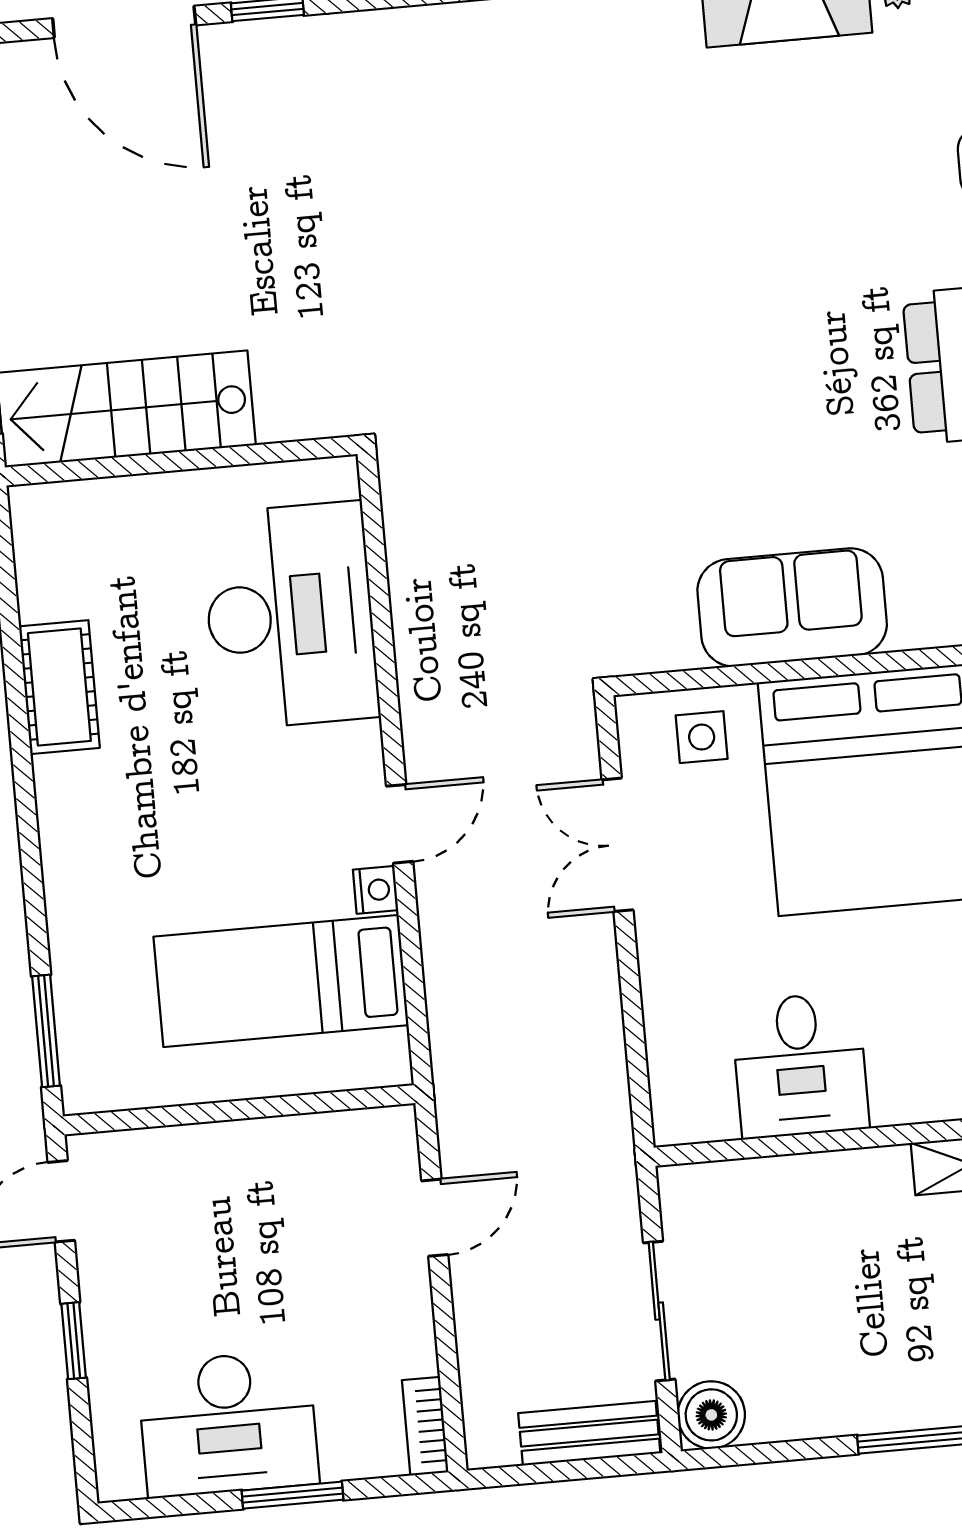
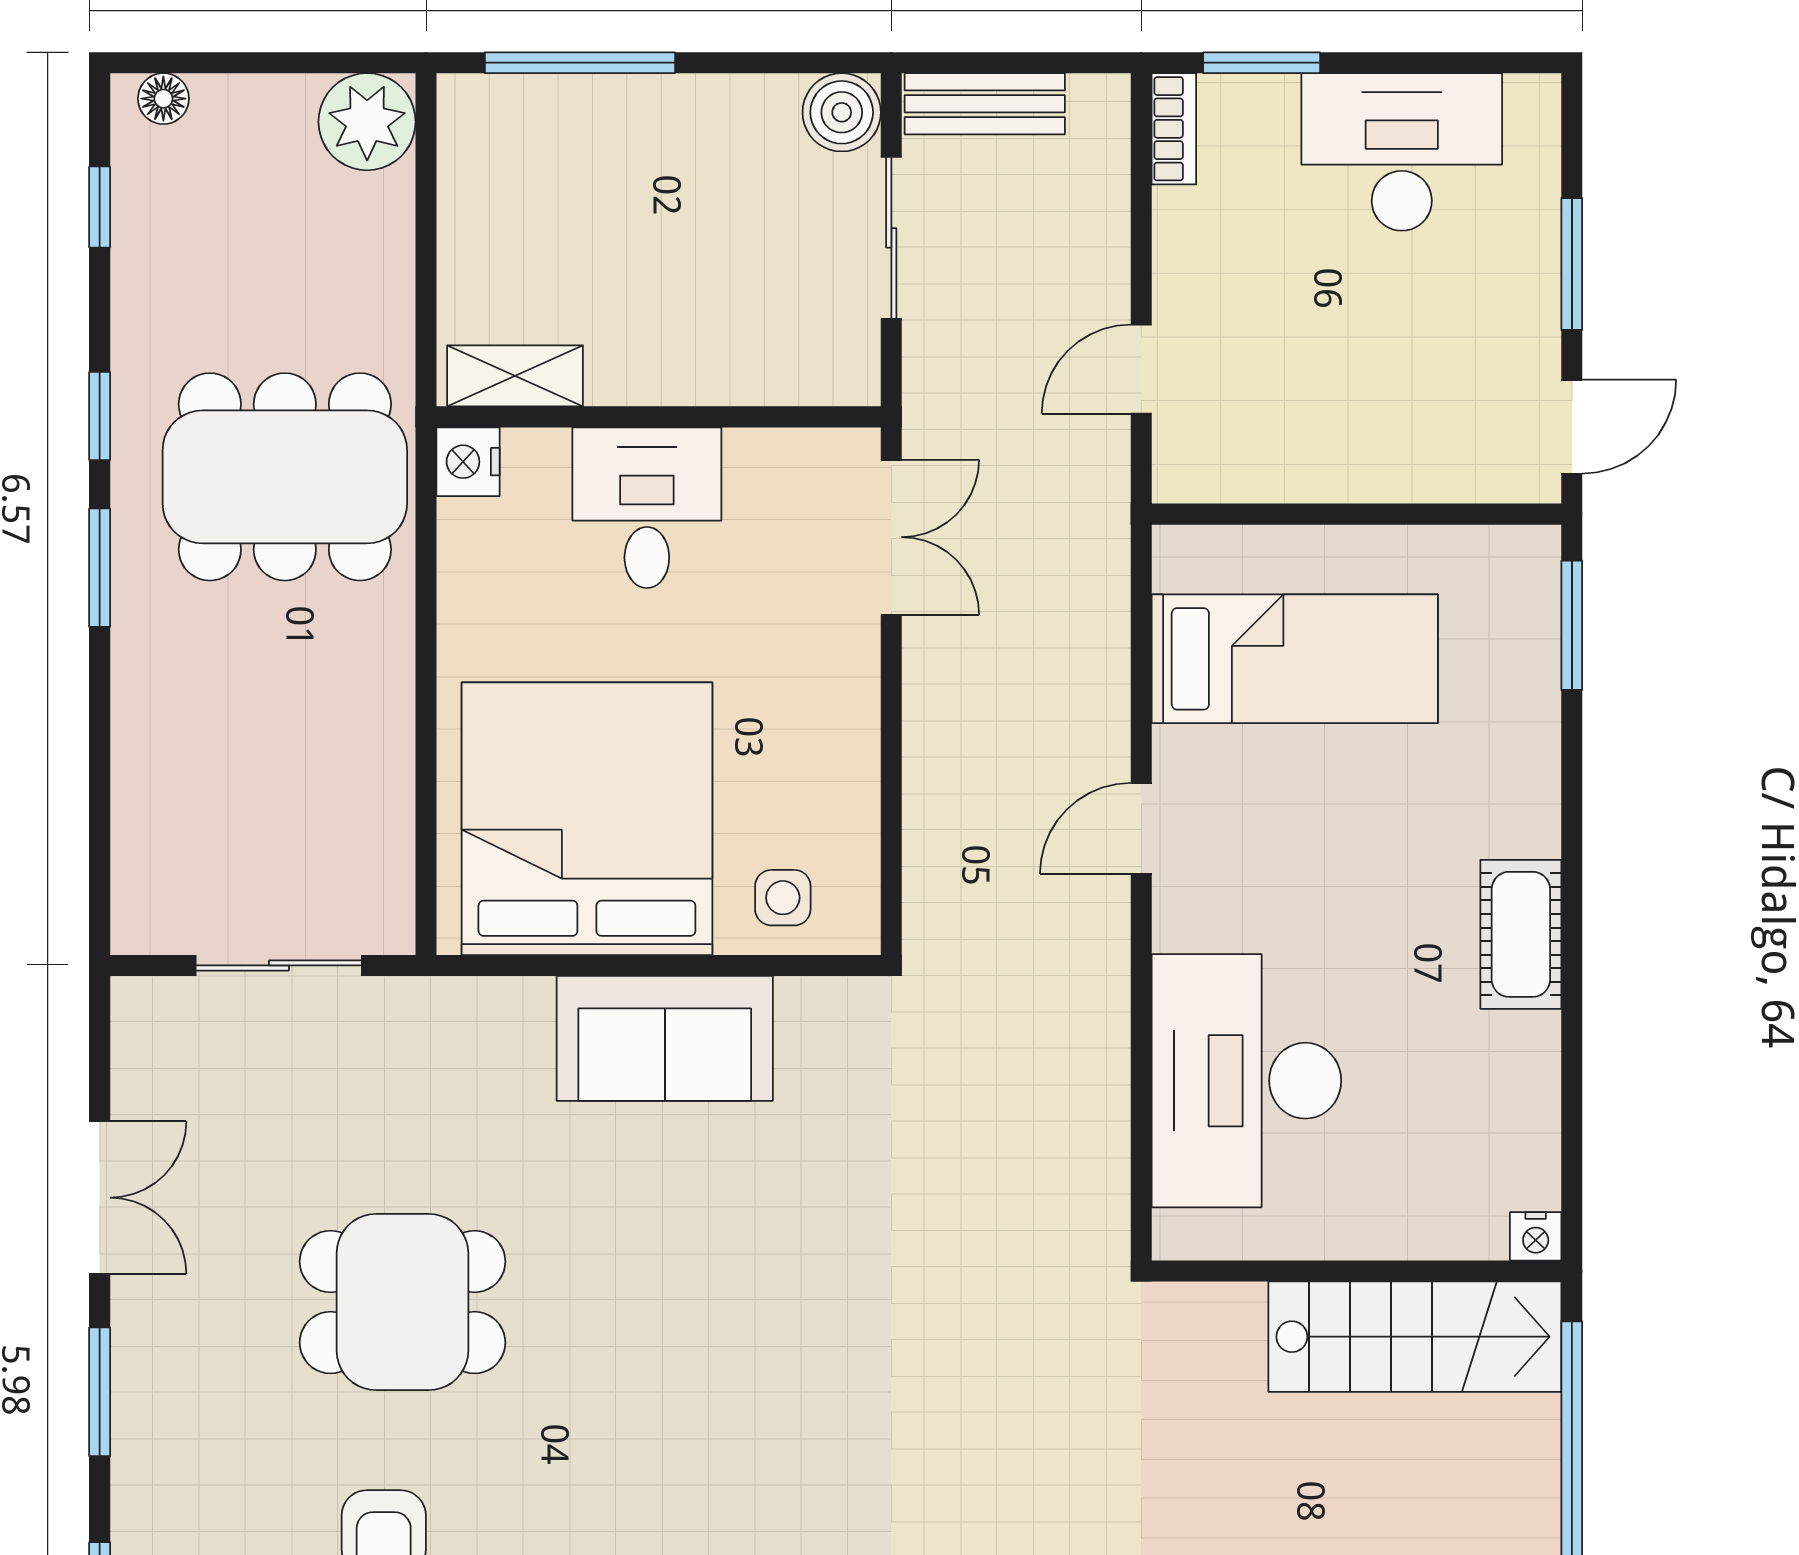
cot: (59, 687) -> (1521, 934), moved
double door: (618, 845) -> (891, 537), moved
nightstand: (376, 890) -> (1536, 1236), moved, turned -90
desk: (800, 1065) -> (647, 508), moved
window: (74, 1341) -> (1572, 264), width x1.50
window: (293, 1495) -> (1262, 63), moved

